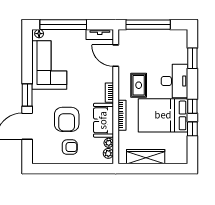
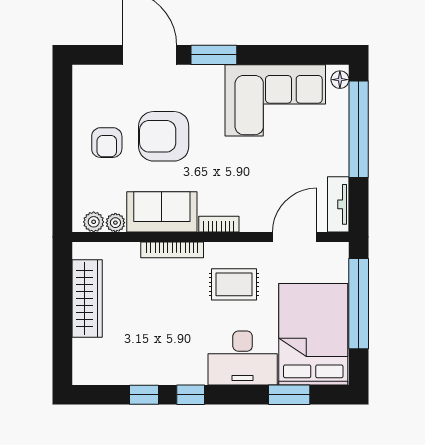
bed: (163, 115) -> (313, 334), moved

